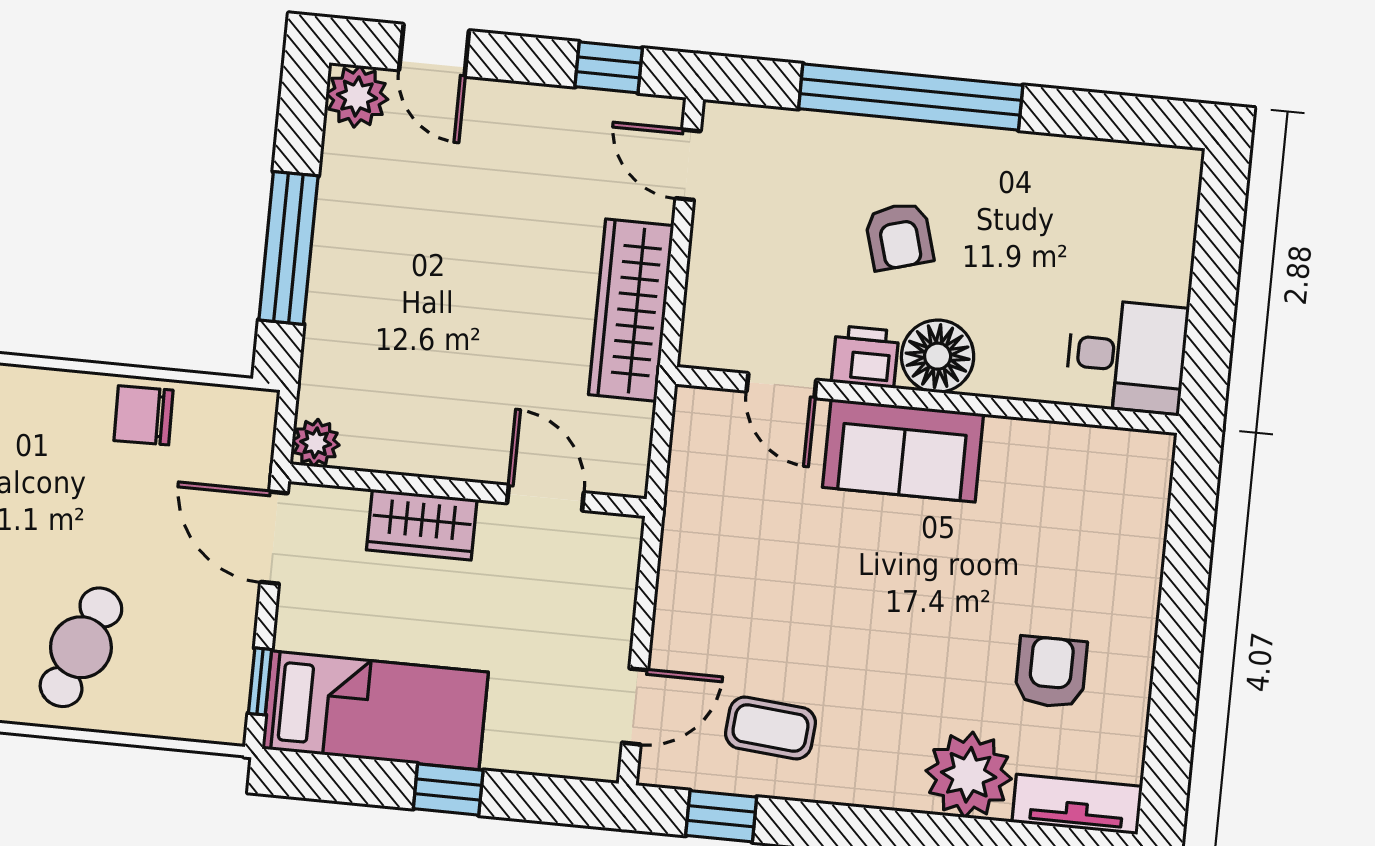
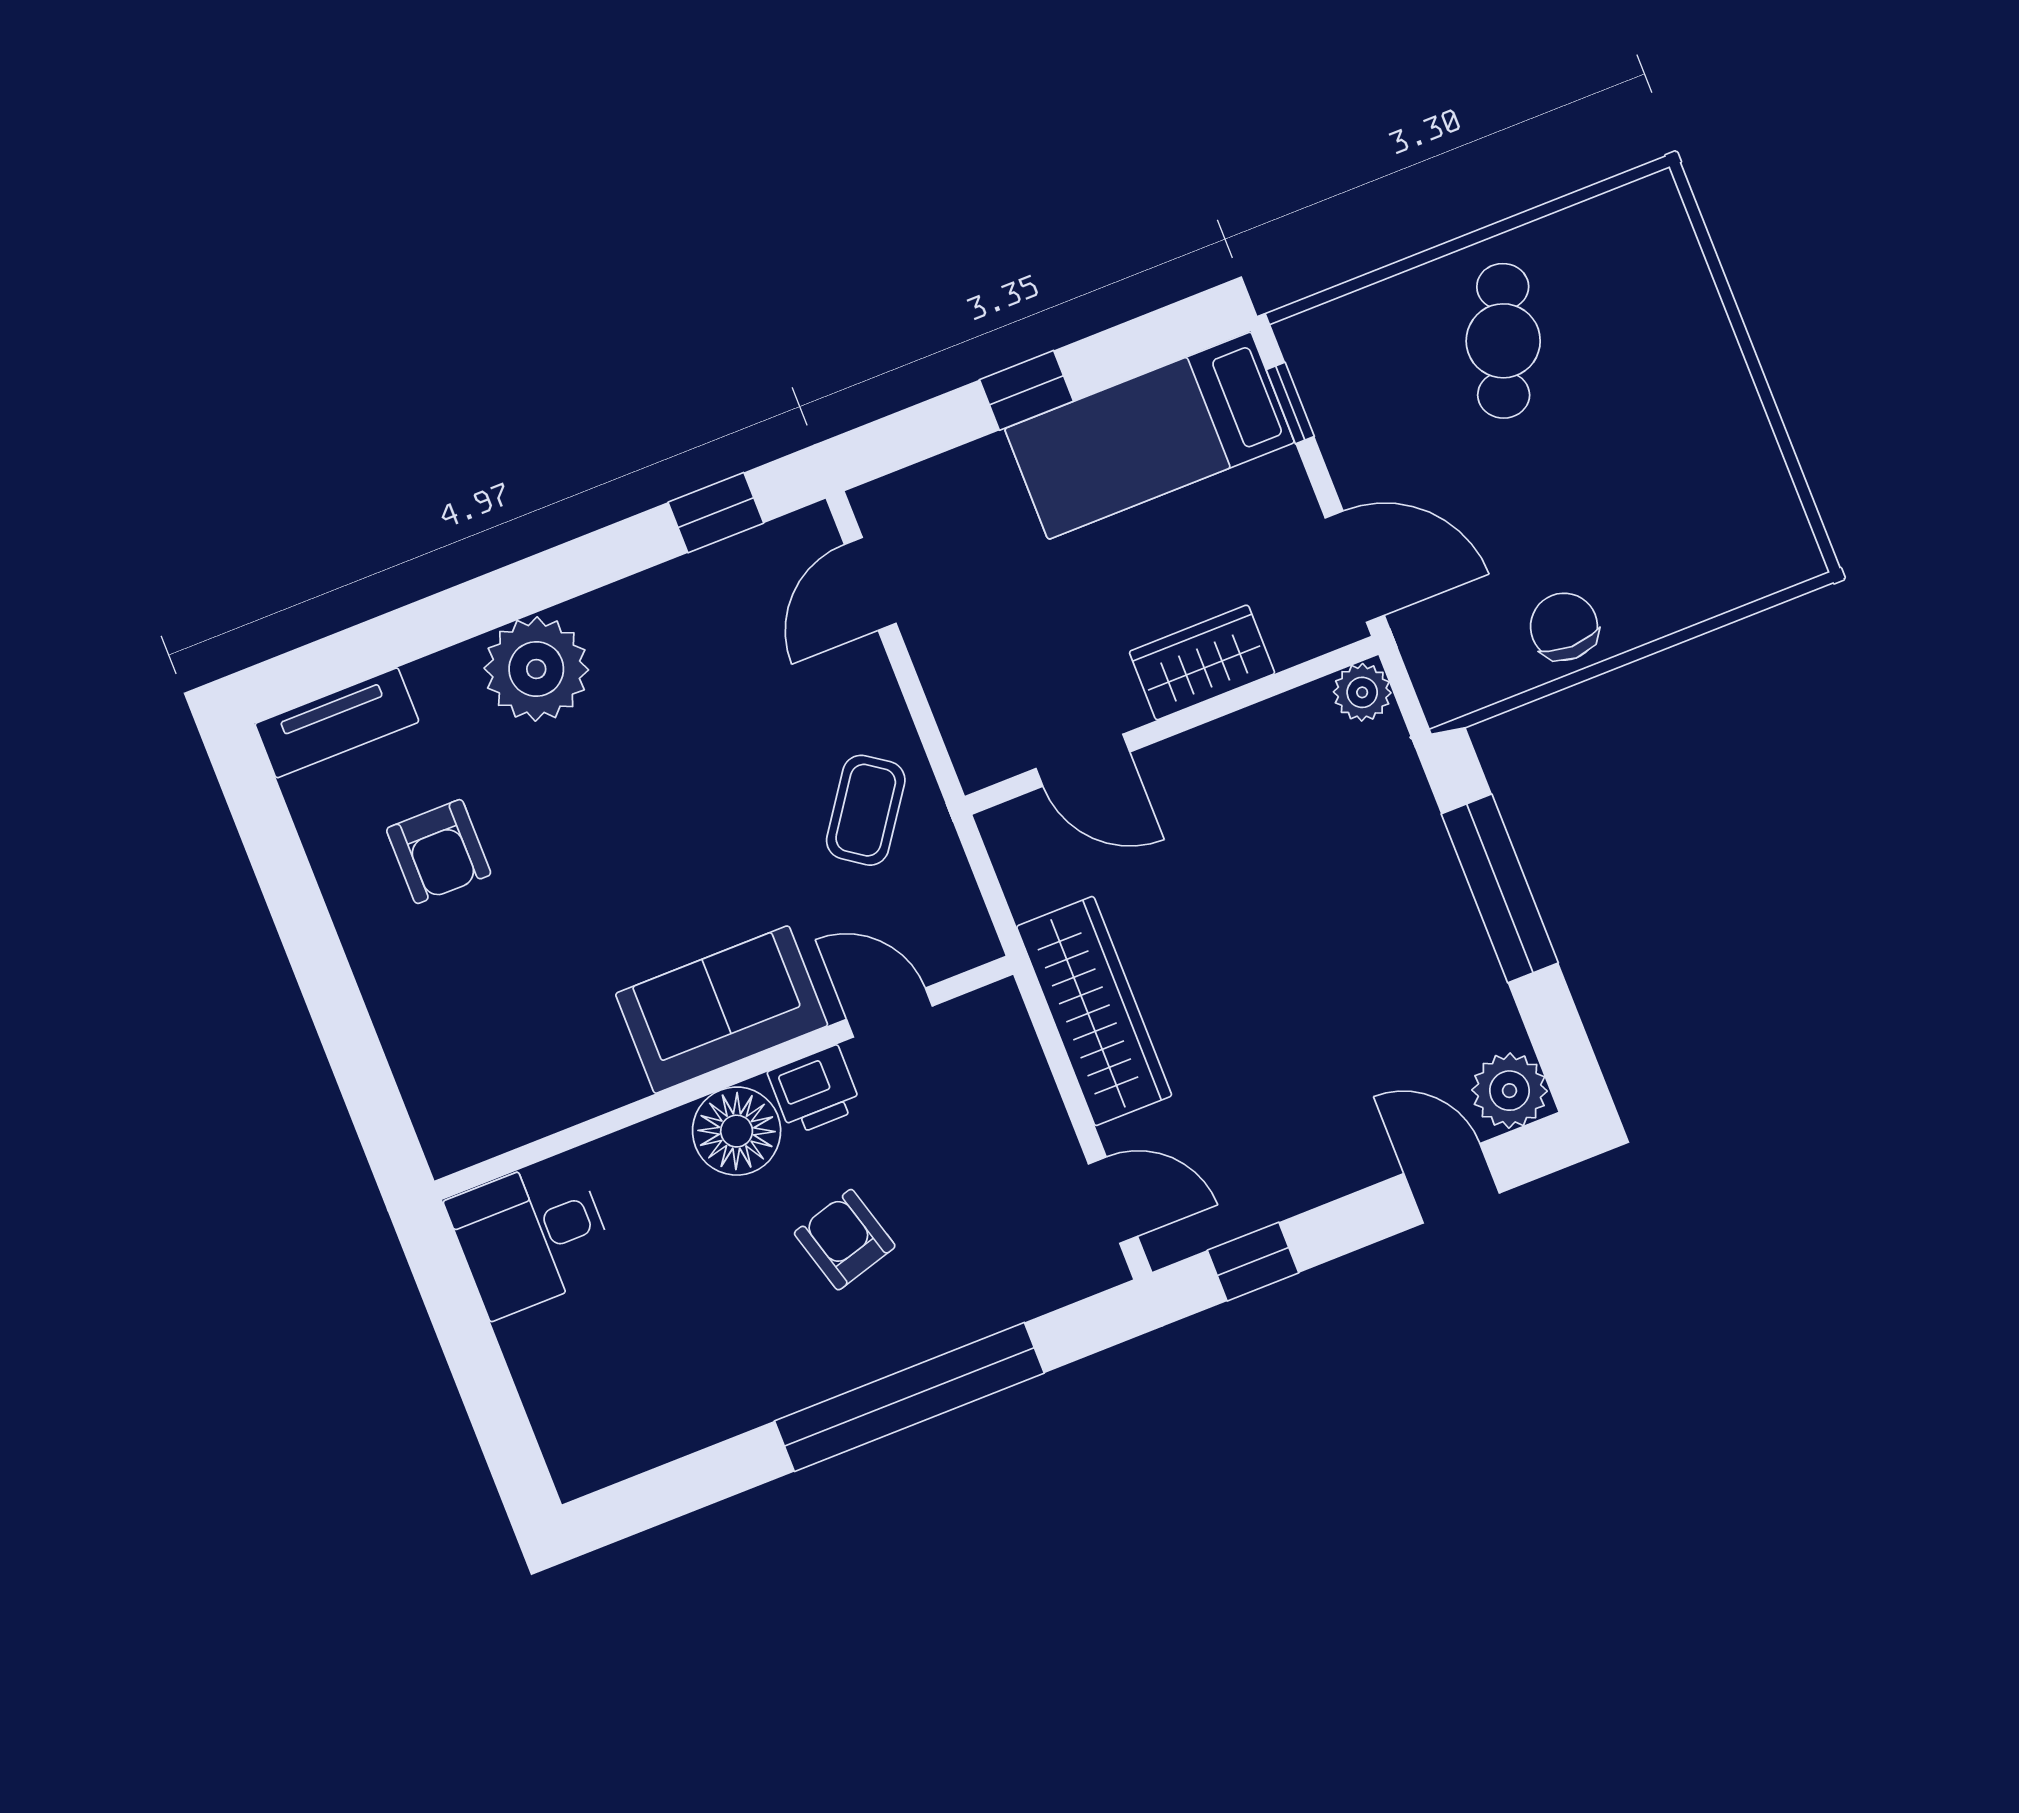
chair: (143, 415) -> (1564, 627), turned -89
coffee table: (770, 728) -> (866, 810), moved, turned -60
plant: (969, 775) -> (536, 669), moved

